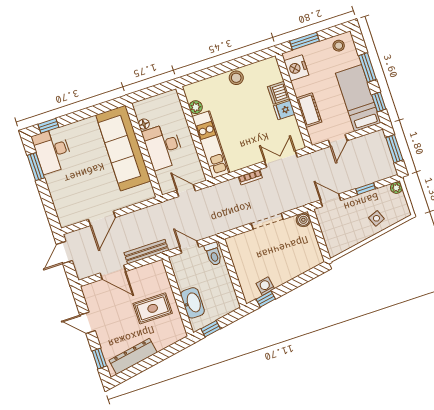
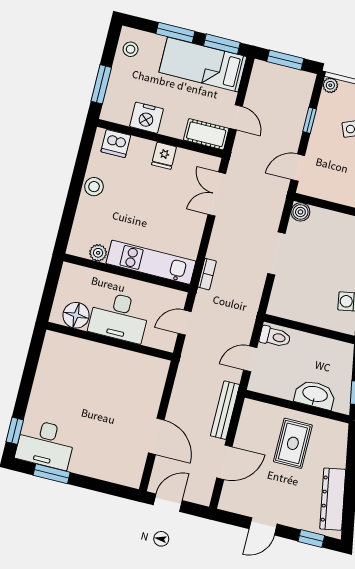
nightstand: (296, 68) -> (146, 118), moved
dishwasher: (279, 93) -> (116, 143), moved
window: (379, 102) -> (222, 44), width x1.50
cot: (309, 110) -> (206, 134), moved
floor lamp: (144, 124) -> (76, 315), width x1.89, depth x1.89
sofa: (123, 148) -> (93, 363), removed
bookcase: (250, 177) -> (207, 274), moved
door: (64, 252) -> (168, 503), swing flipped

